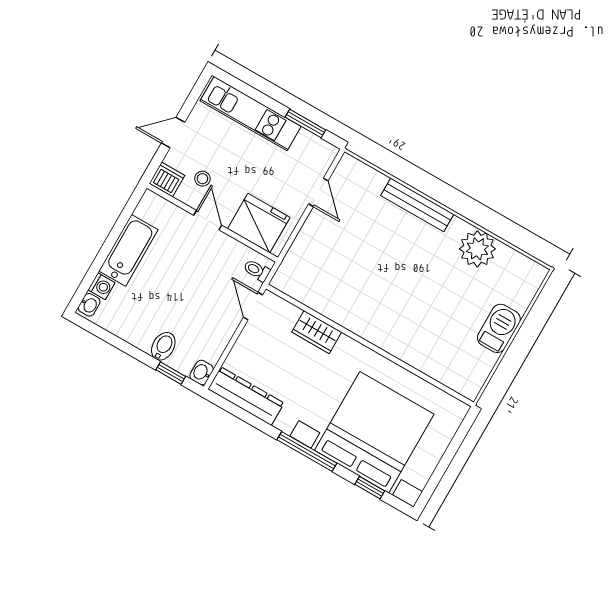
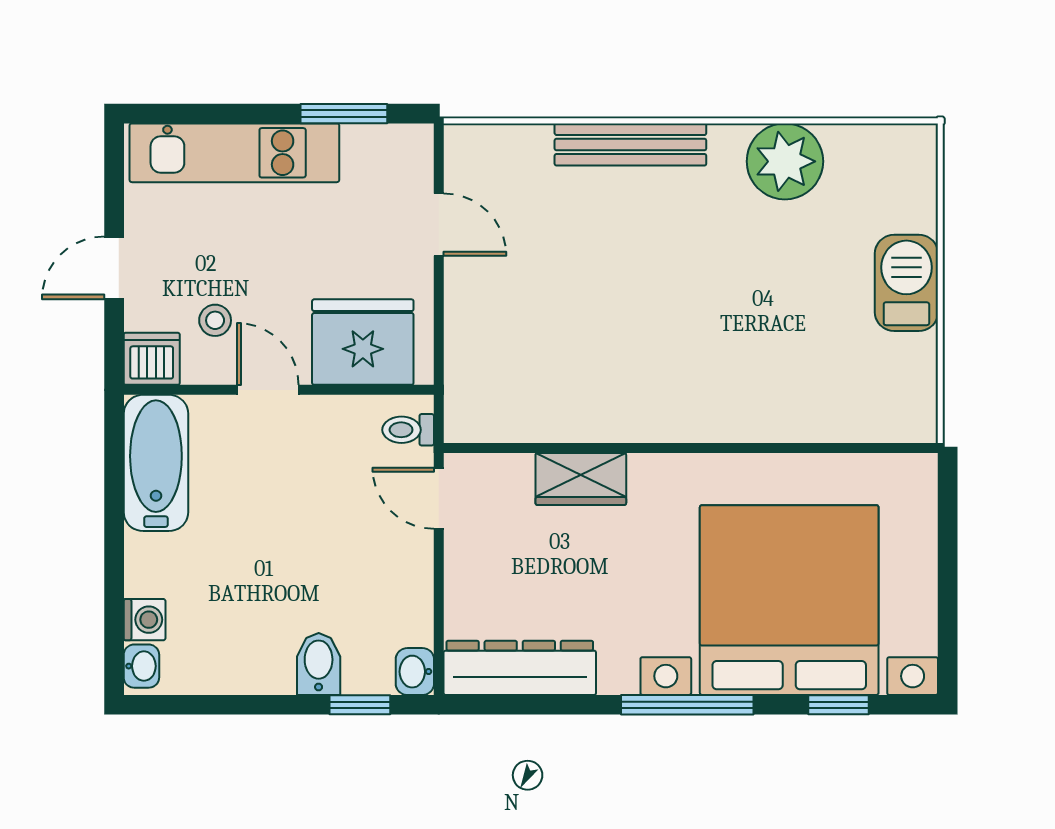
bathtub: (129, 250) -> (156, 463), moved

